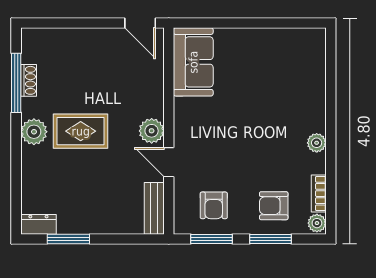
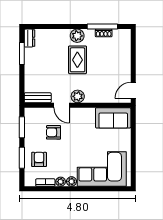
corner sofa: (292, 84) -> (102, 169), added
door: (169, 162) -> (61, 105), swing flipped
armchair: (214, 205) -> (53, 132), moved
plant: (317, 223) -> (61, 182), moved

